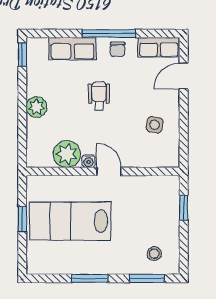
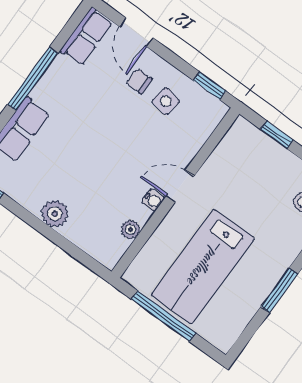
chair: (117, 49) -> (139, 81), moved, turned 180
wheelchair: (99, 96) -> (92, 138), removed
window: (184, 145) -> (210, 86), added
plant: (67, 154) -> (130, 229), width x0.53, depth x0.53
window: (22, 219) -> (164, 316), width x2.17

